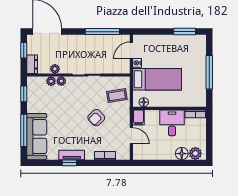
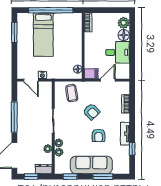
window: (102, 32) -> (14, 117), moved
window: (209, 72) -> (51, 10), width x1.46
bed: (157, 79) -> (43, 35), moved, turned 180
desk: (172, 123) -> (118, 52), moved, turned 180
armchair: (70, 125) -> (99, 135), added
window: (24, 130) -> (103, 177), width x0.69
sofa: (37, 137) -> (91, 165), moved
window: (69, 163) -> (132, 149), moved

